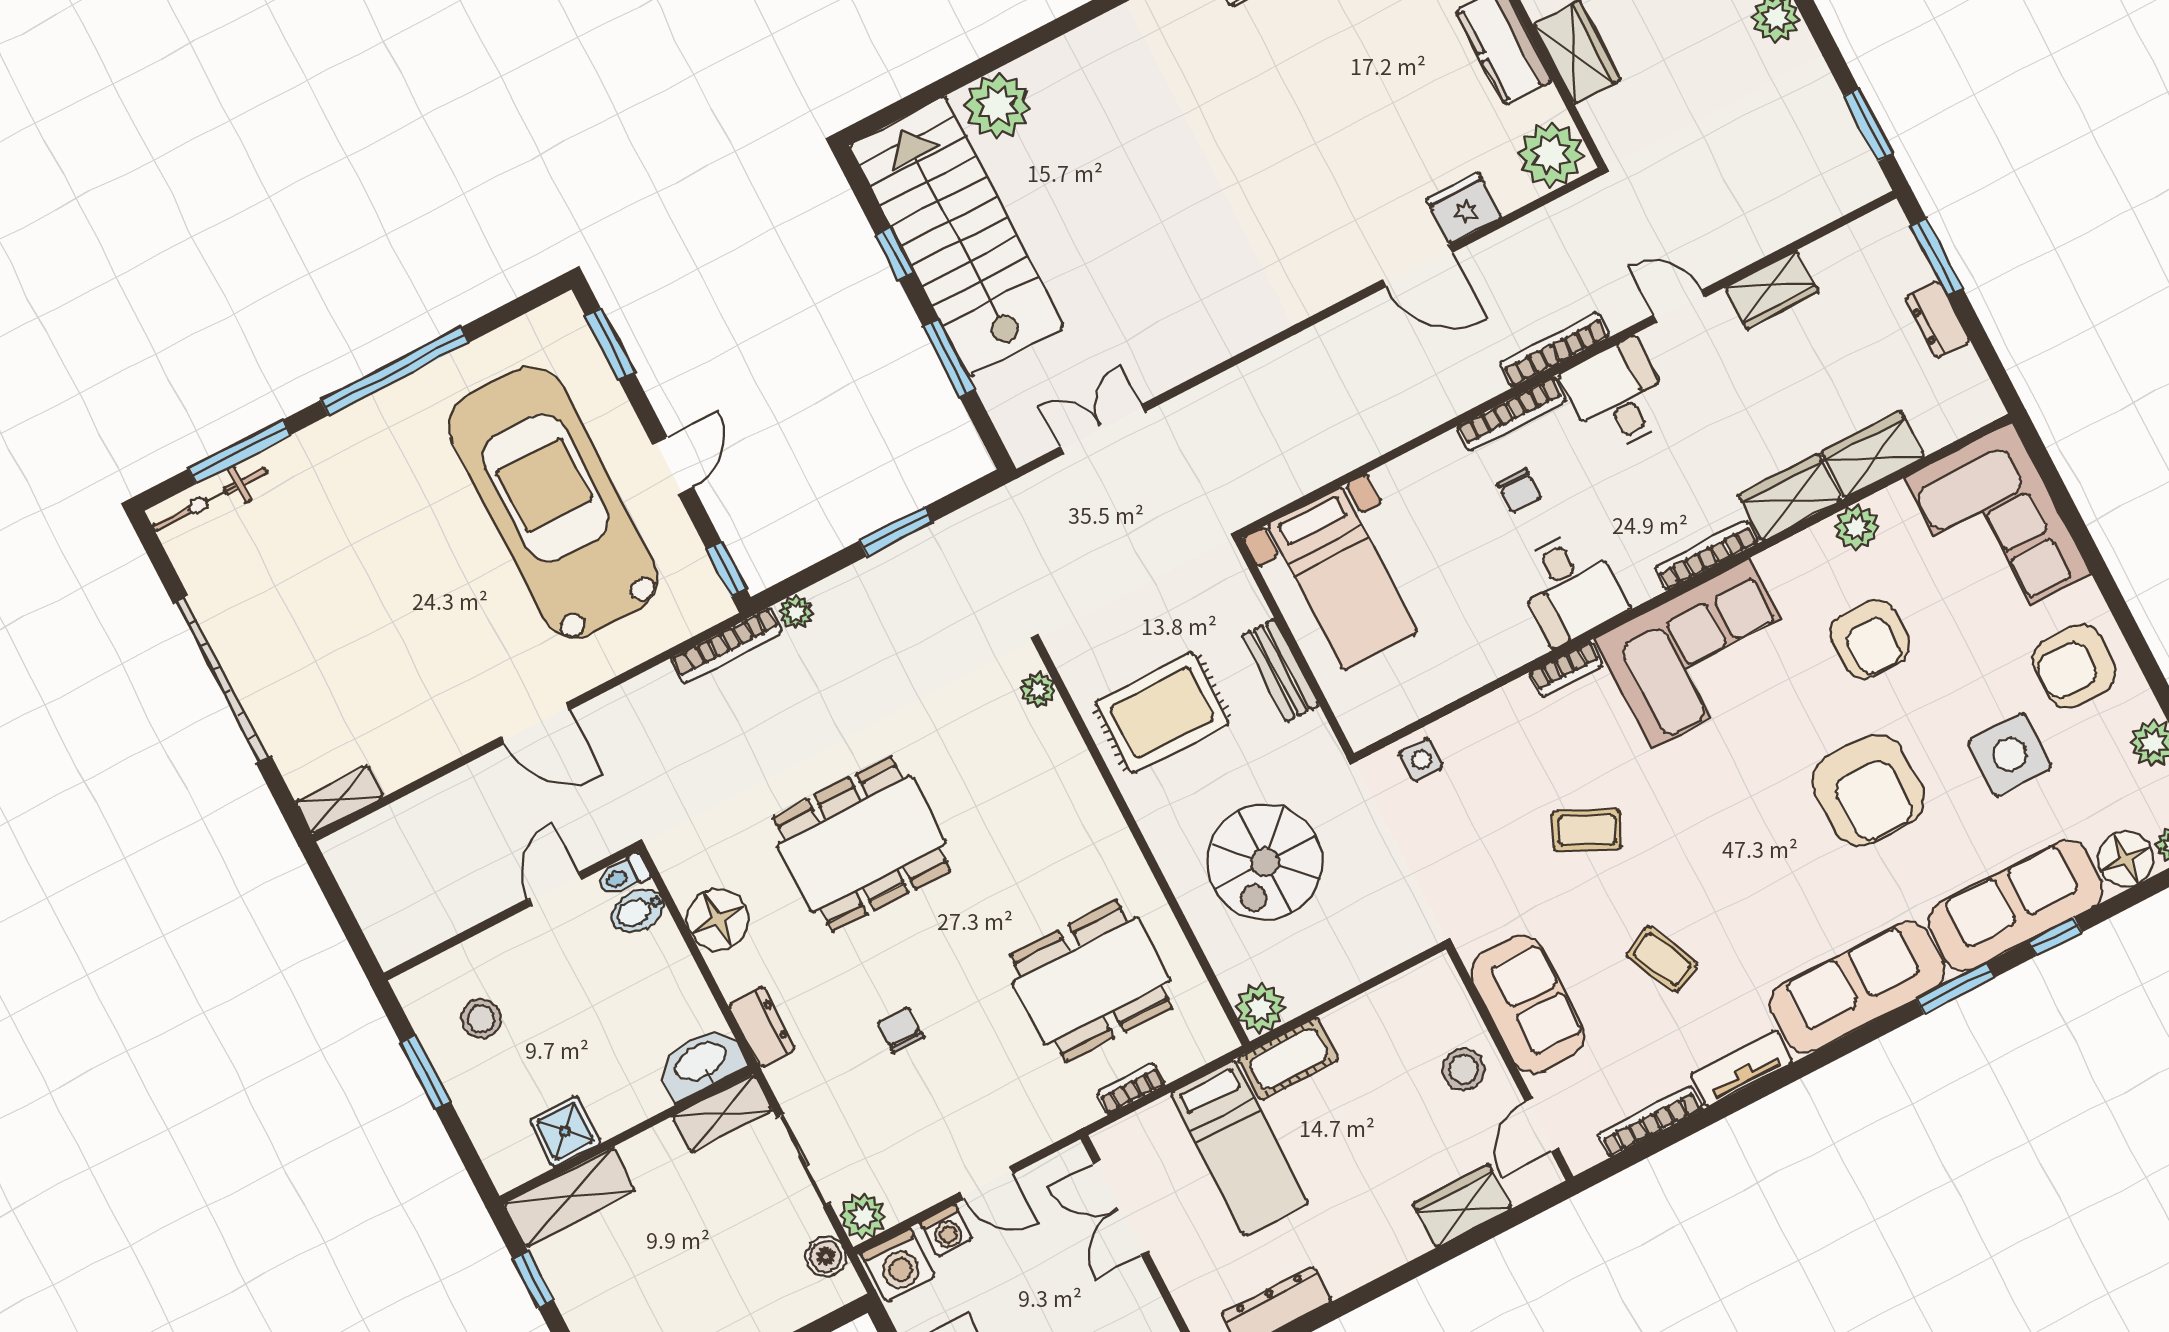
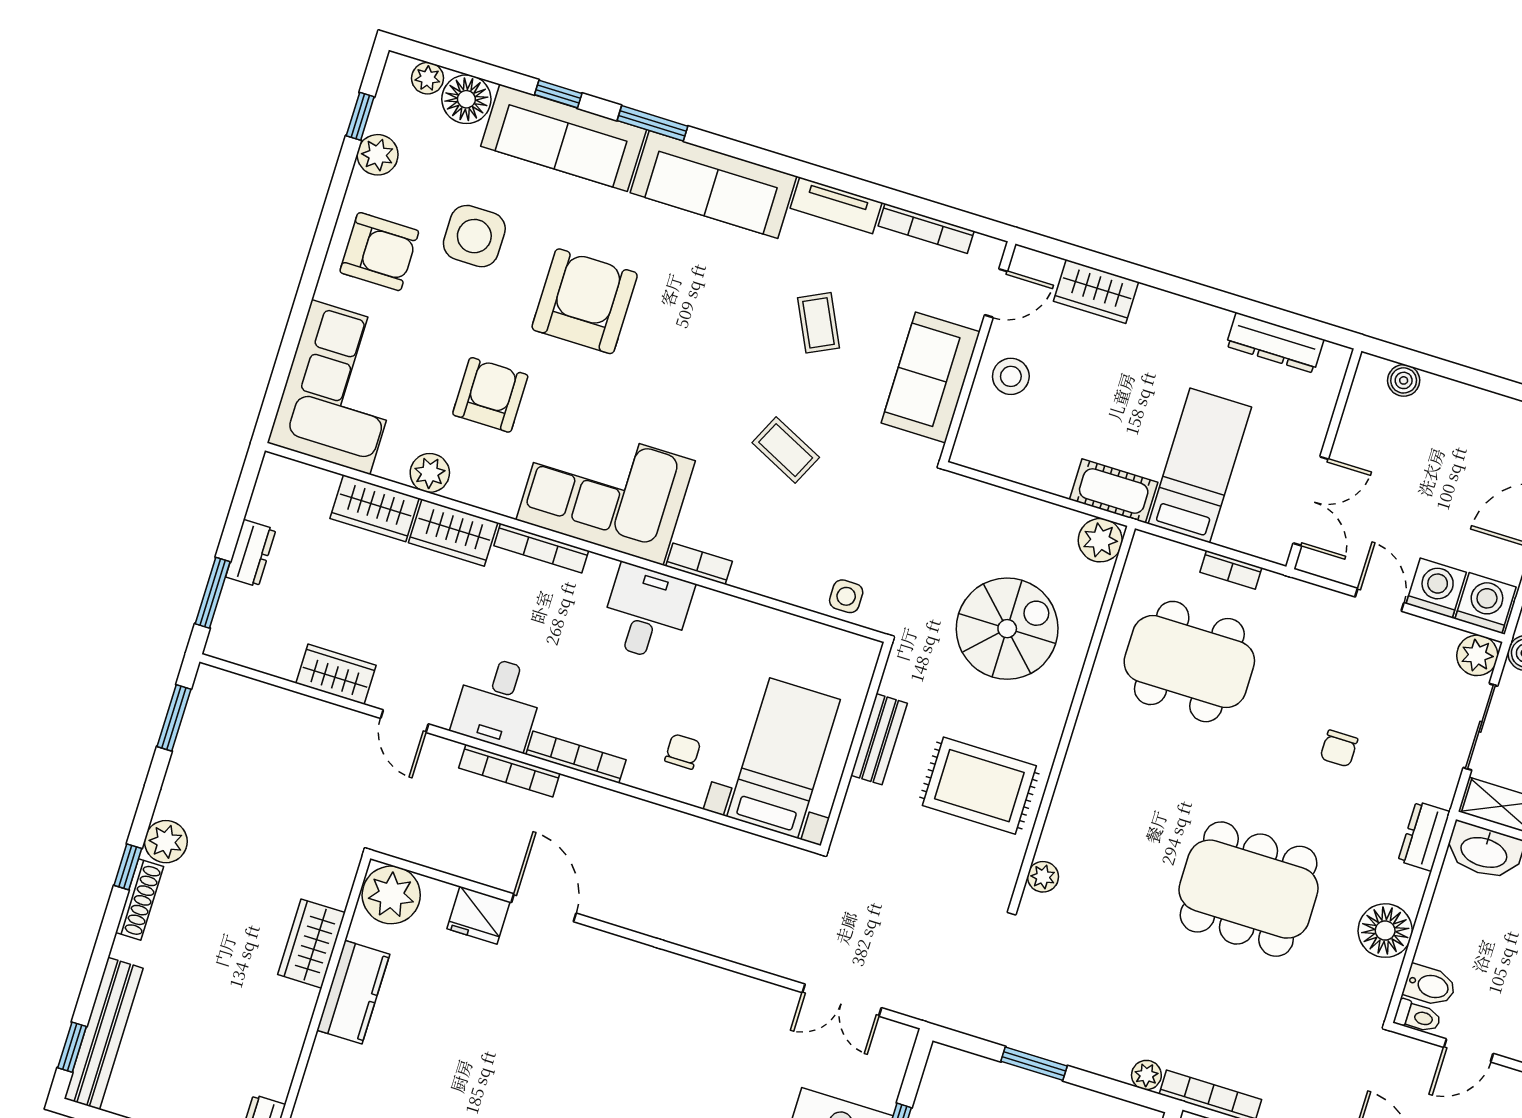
chair: (1519, 491) -> (683, 751), moved
washing machine: (947, 1231) -> (1436, 588), width x1.38, depth x1.38

